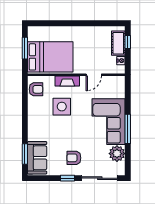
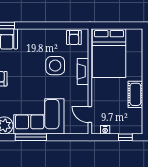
cot: (118, 43) -> (135, 94), moved, turned 90
window: (25, 48) -> (119, 25), removed
door: (94, 75) -> (90, 115), moved

